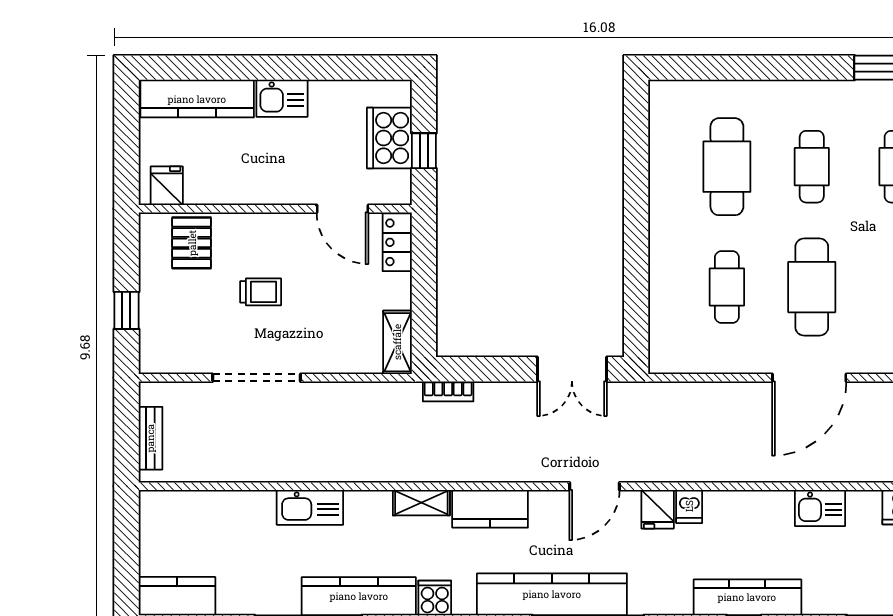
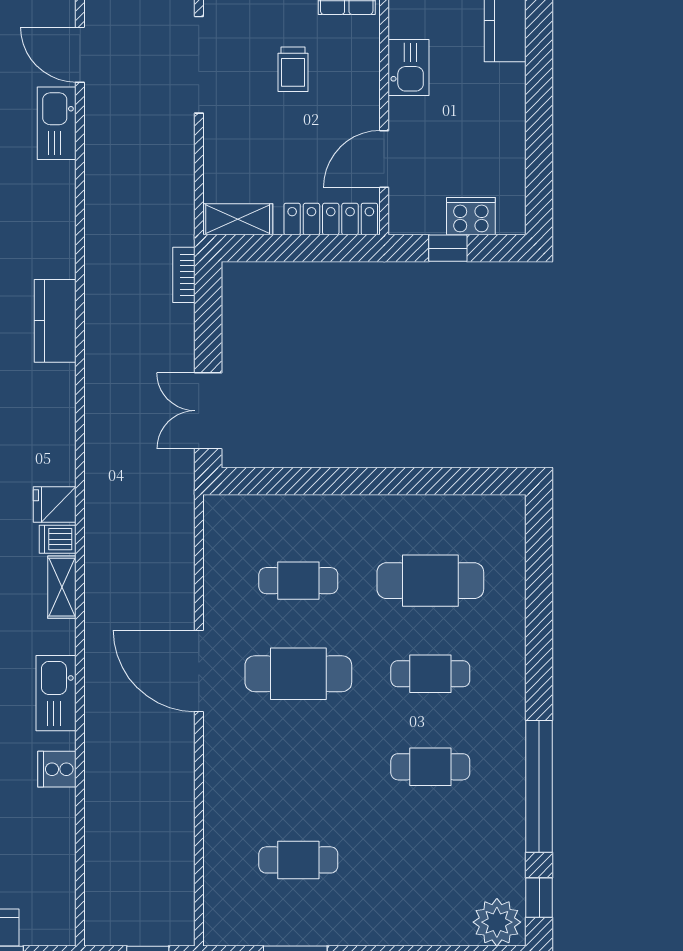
kitchen sink: (282, 98) -> (409, 68), moved, turned 180
cooker: (389, 138) -> (471, 216), width x0.73, depth x0.76
locker: (397, 242) -> (331, 219), width x1.53
door: (595, 486) -> (80, 55), moved
shelving: (421, 503) -> (62, 587), moved
kitchen sink: (820, 508) -> (56, 693), width x1.38

